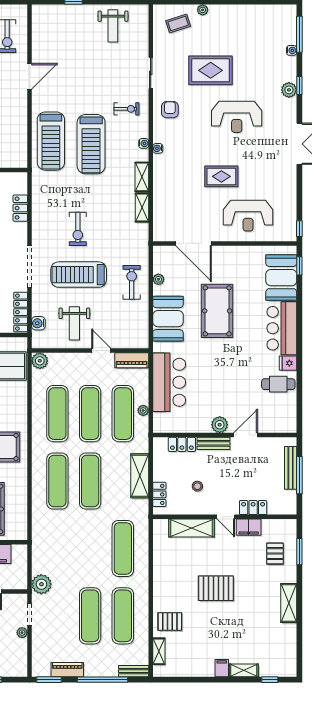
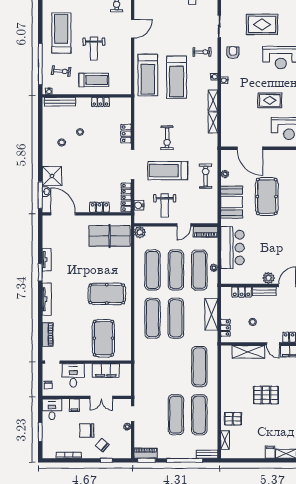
locker: (20, 208) -> (126, 134), moved
door: (101, 351) -> (184, 225), swing flipped
plant: (41, 584) -> (141, 392), removed
piano: (67, 670) -> (146, 453), moved

